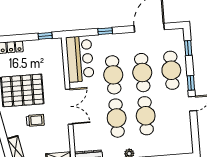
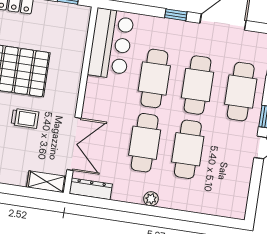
window: (105, 31) -> (176, 15), moved
double door: (69, 107) -> (74, 144), moved

